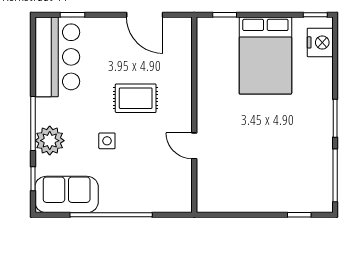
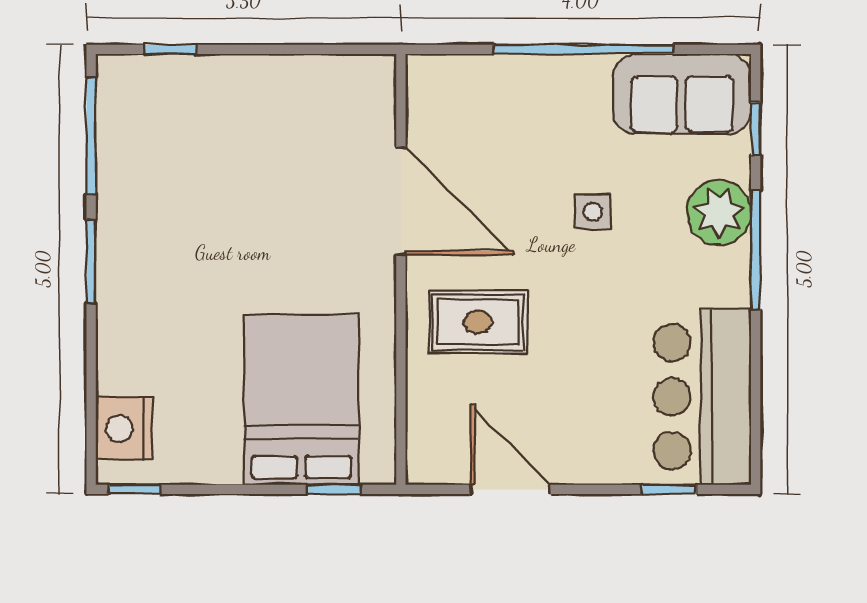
bed: (265, 55) -> (301, 400), moved
rug: (136, 98) -> (478, 322), moved
door: (194, 146) -> (401, 201), width x1.87

